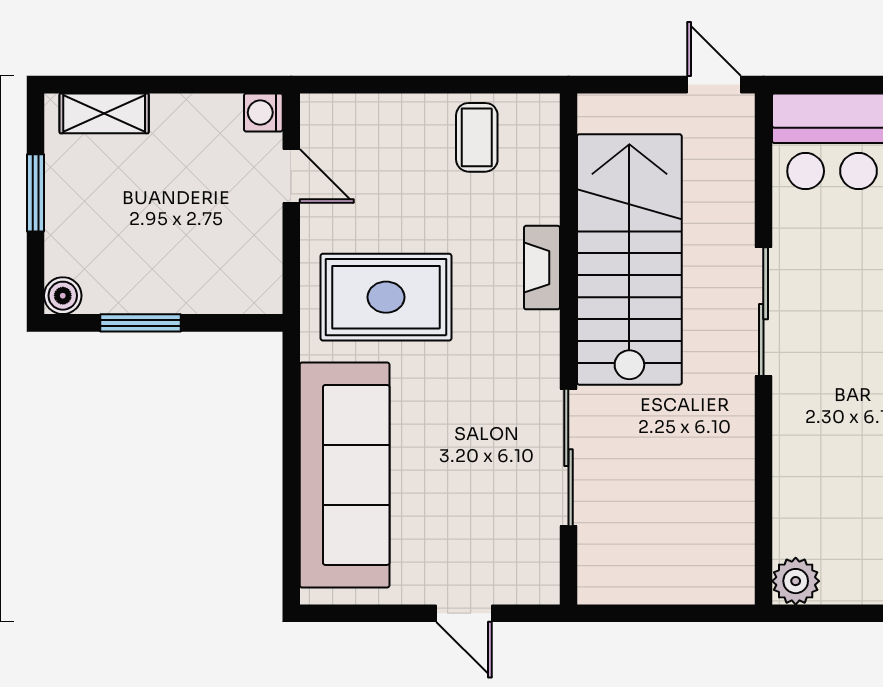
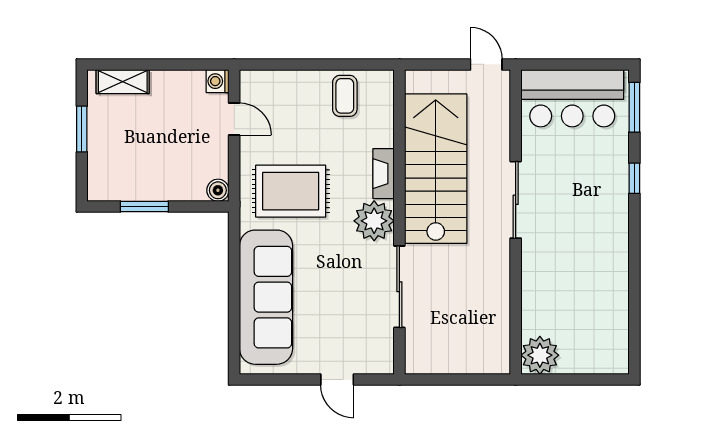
boiler: (63, 296) -> (218, 190), moved
plant: (526, 347) -> (374, 221), added
plant: (796, 581) -> (540, 355), width x1.36, depth x1.36

